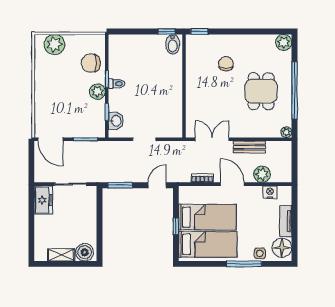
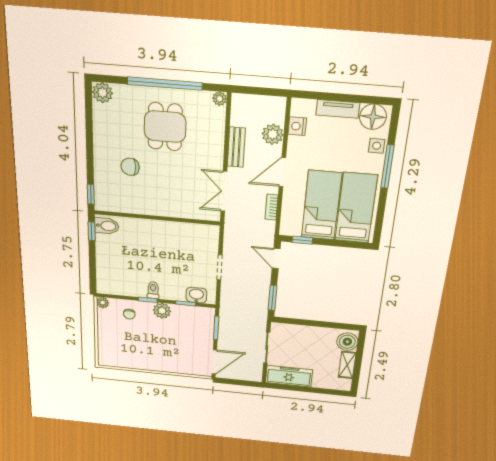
plant: (54, 45) -> (103, 303), moved, width x0.53, depth x0.53
chair: (91, 63) -> (129, 314), width x0.54, depth x0.54
dining table: (261, 91) -> (165, 127), turned 90
freezer: (43, 200) -> (289, 376), width x1.40
window: (176, 226) -> (302, 240), moved

